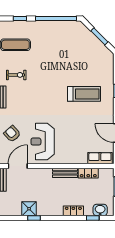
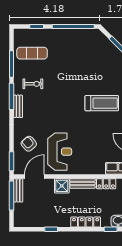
reception desk: (43, 142) -> (60, 152), turned 180
shower: (29, 209) -> (62, 186), moved
locker: (73, 211) -> (86, 222), width x1.53

